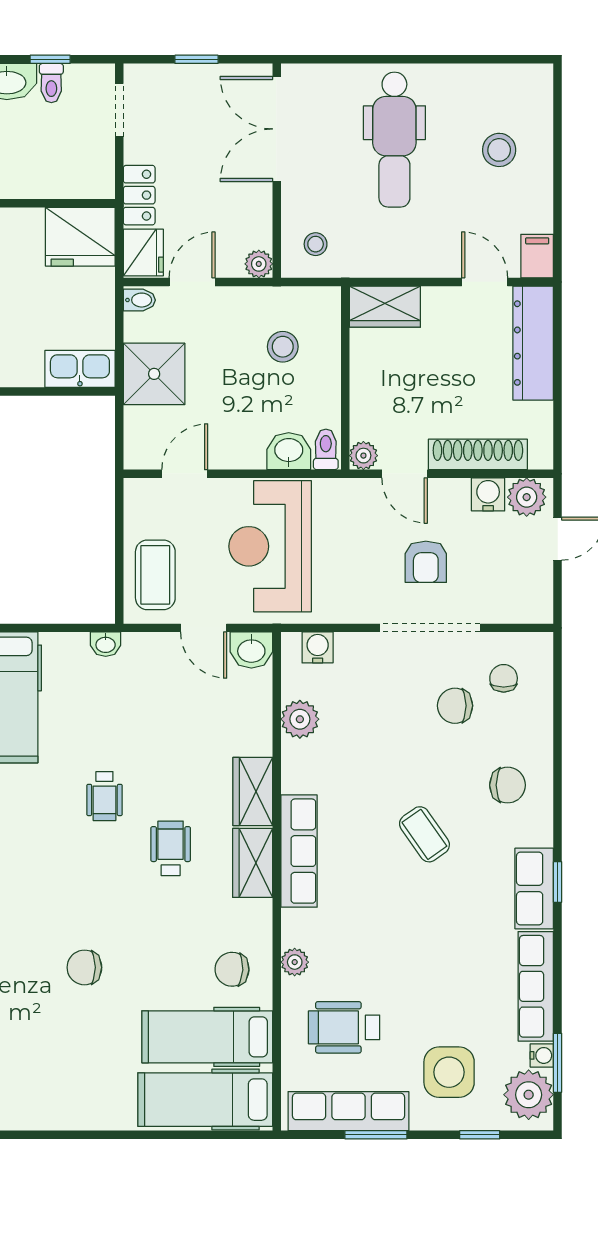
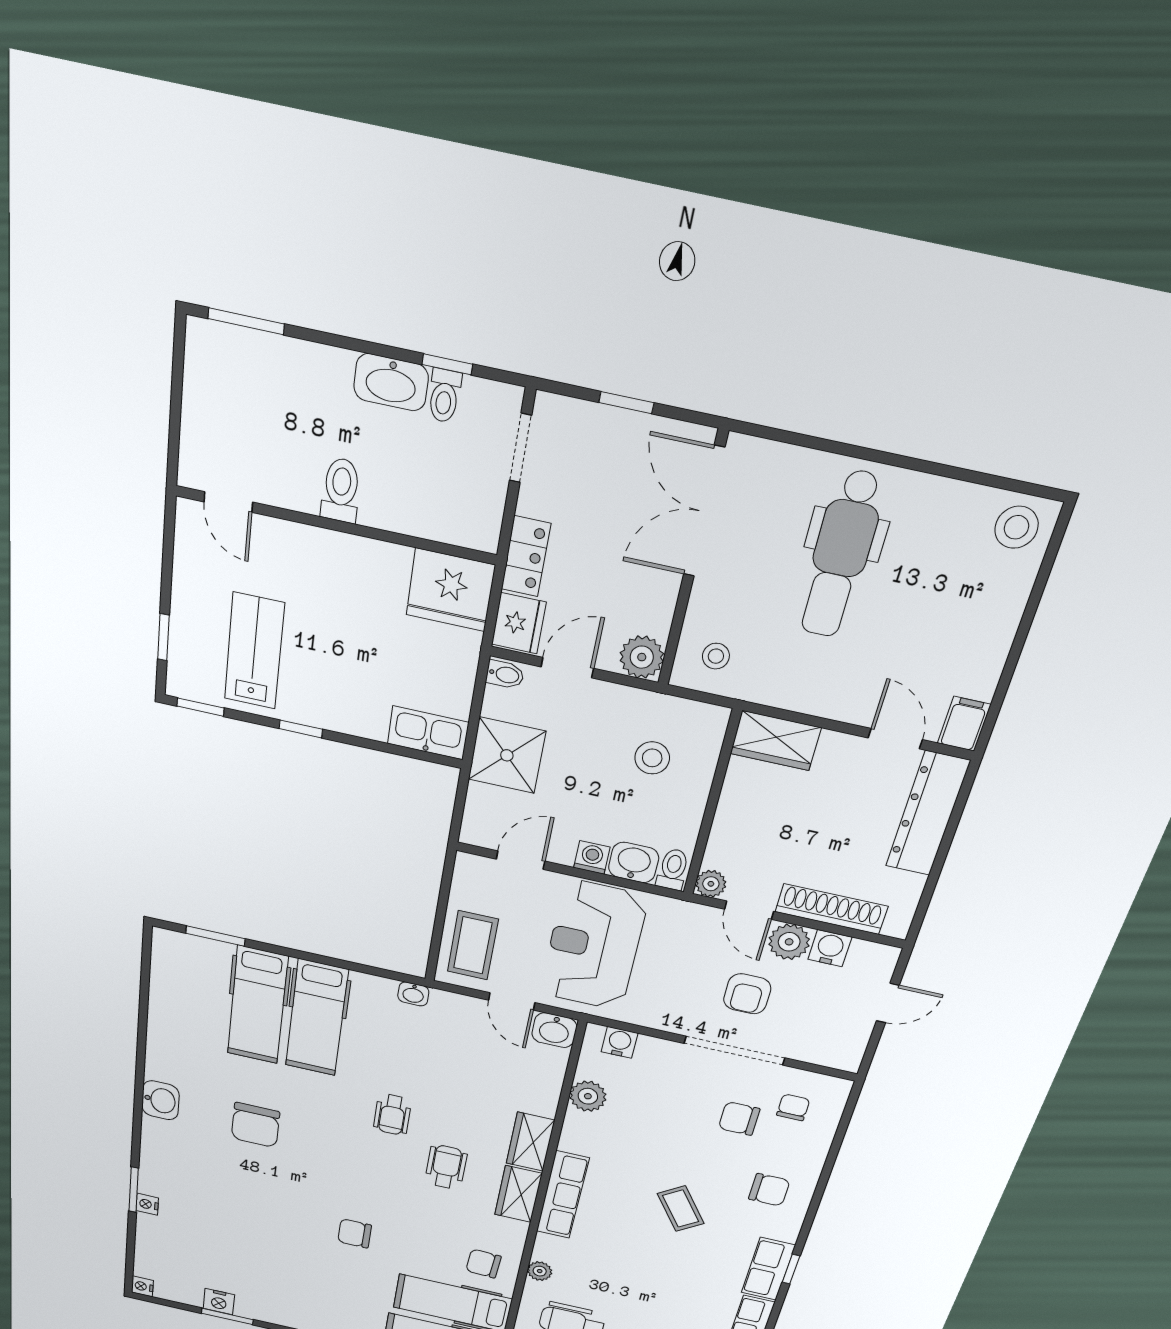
stool: (499, 150) -> (1016, 527), moved
plant: (259, 264) -> (642, 657), width x1.38, depth x1.38
washing machine: (250, 455) -> (592, 857), added
plant: (527, 497) -> (789, 942), moved

